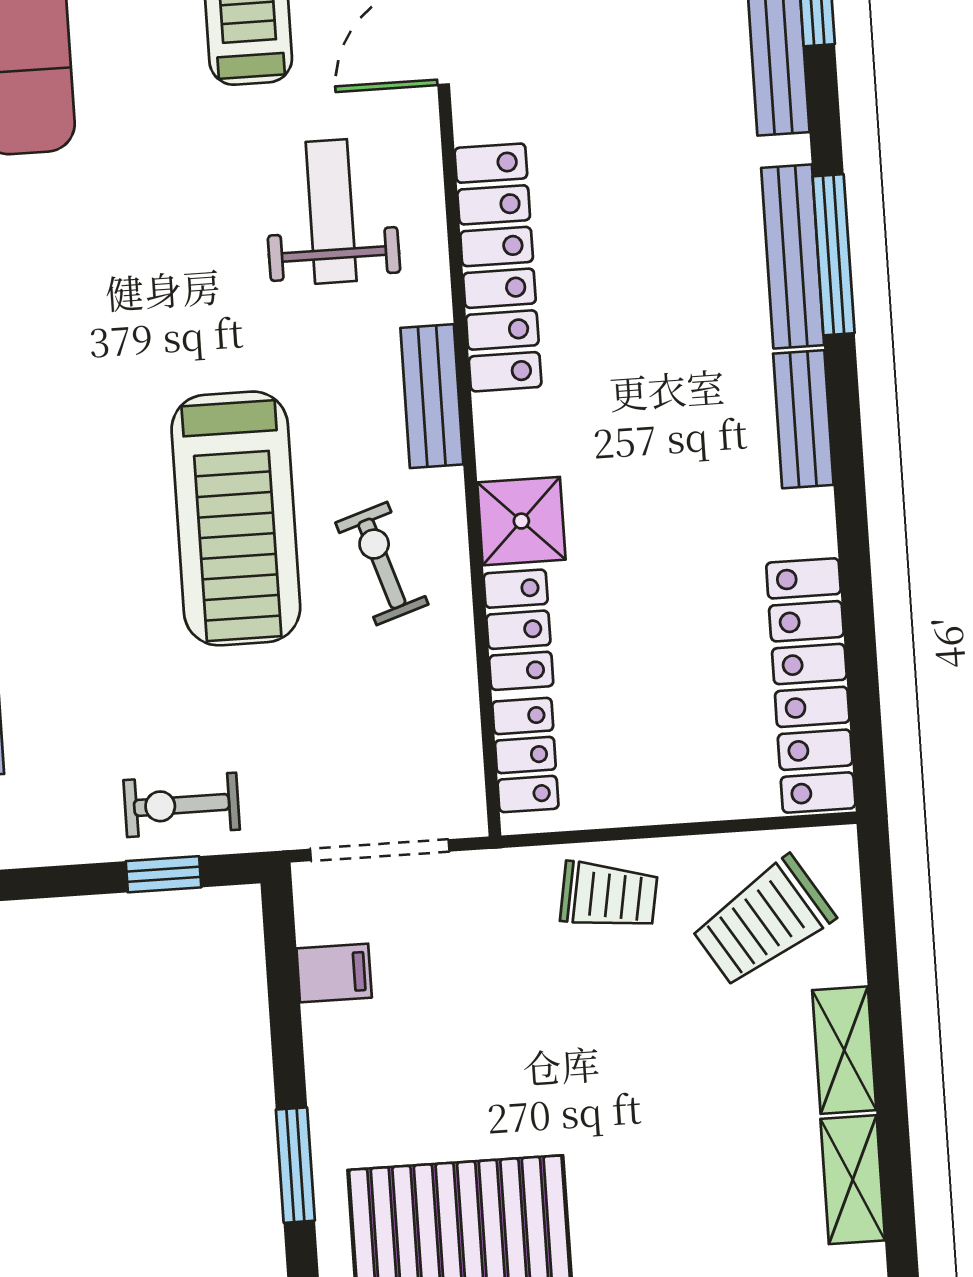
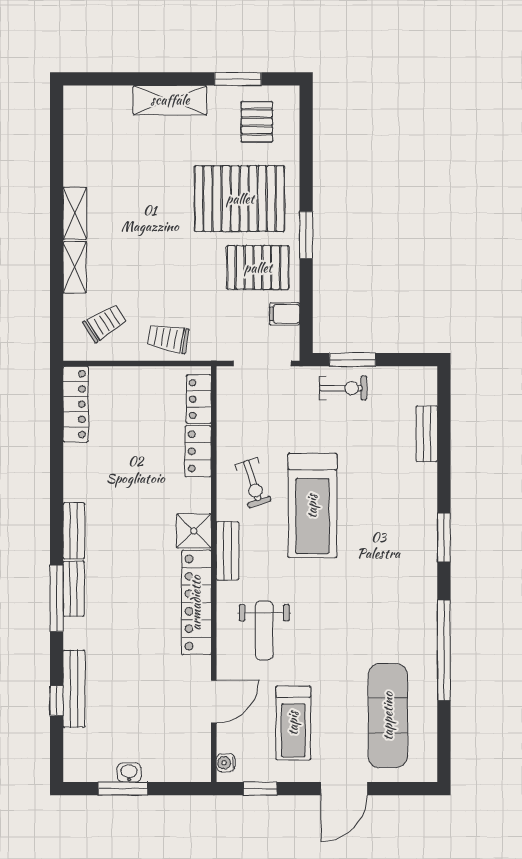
bench: (793, 256) -> (74, 589), width x0.73
treadmill: (236, 518) -> (312, 506), turned 180
shower: (521, 521) -> (194, 531), moved
locker: (811, 685) -> (76, 404), width x0.71, depth x0.83
window: (163, 874) -> (353, 360), width x1.50
trolley: (763, 922) -> (105, 323), width x0.73, depth x0.72
pallet: (406, 1080) -> (258, 268), added

